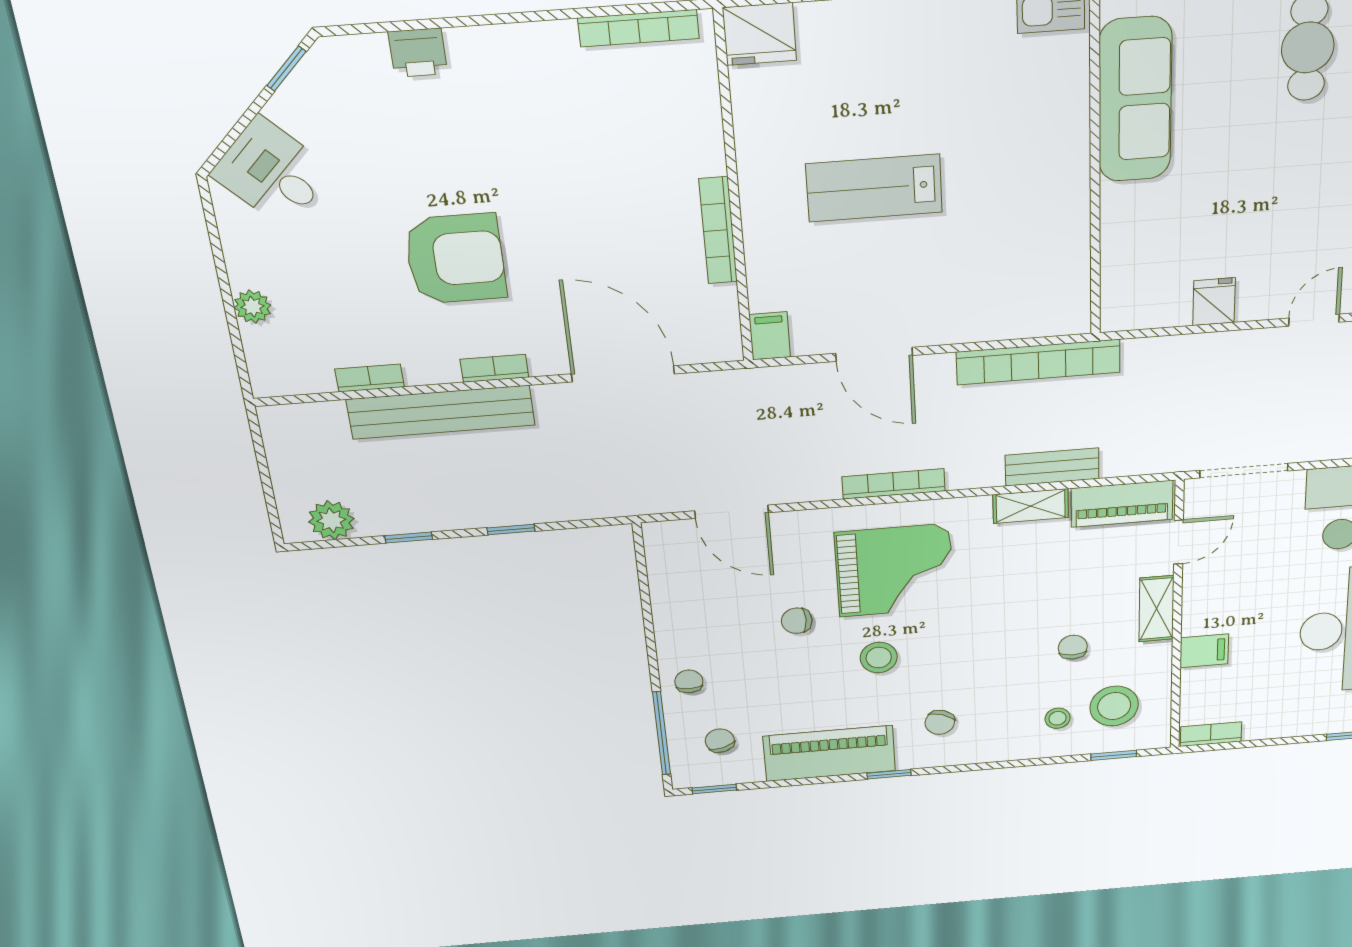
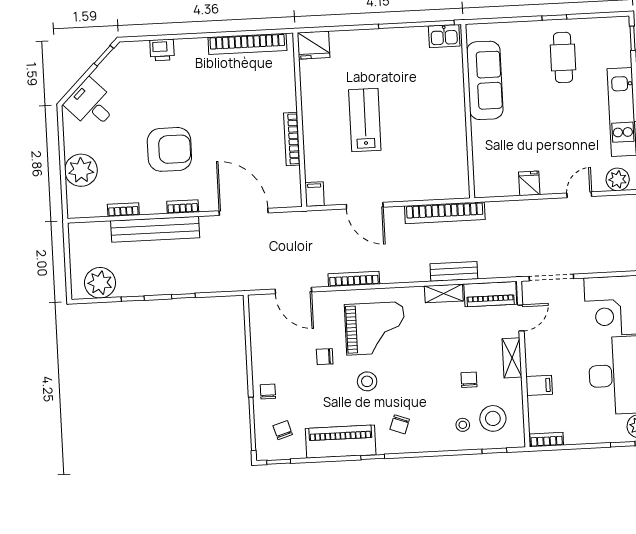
bookcase: (639, 28) -> (247, 44), width x1.48, depth x1.31
lab bench: (874, 188) -> (365, 120), turned 90
plant: (252, 307) -> (81, 170), width x1.87, depth x1.87
bookcase: (894, 484) -> (354, 279), moved
plant: (331, 520) -> (100, 283), width x1.36, depth x1.36

